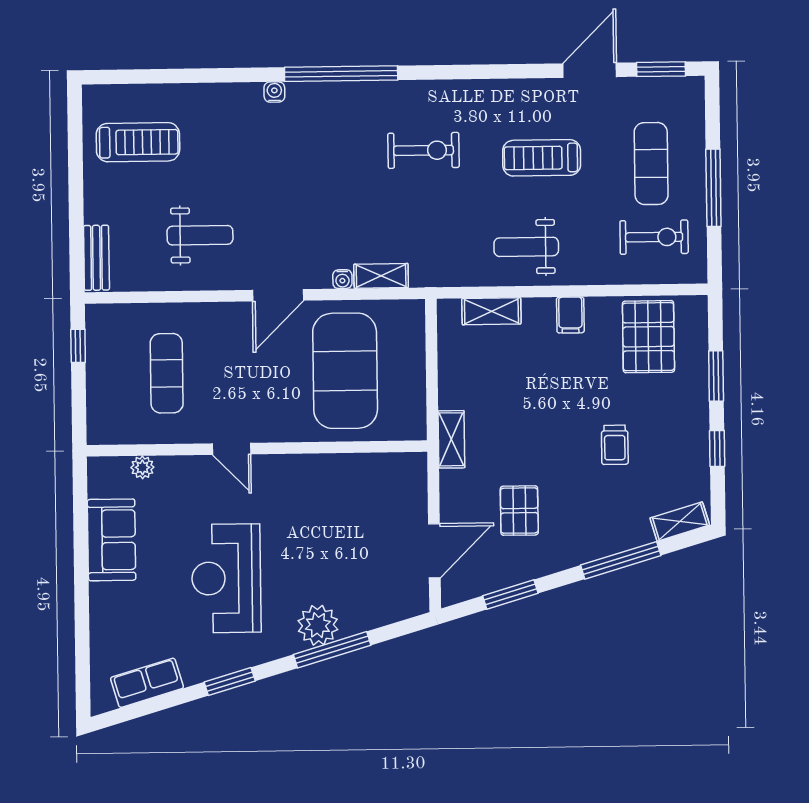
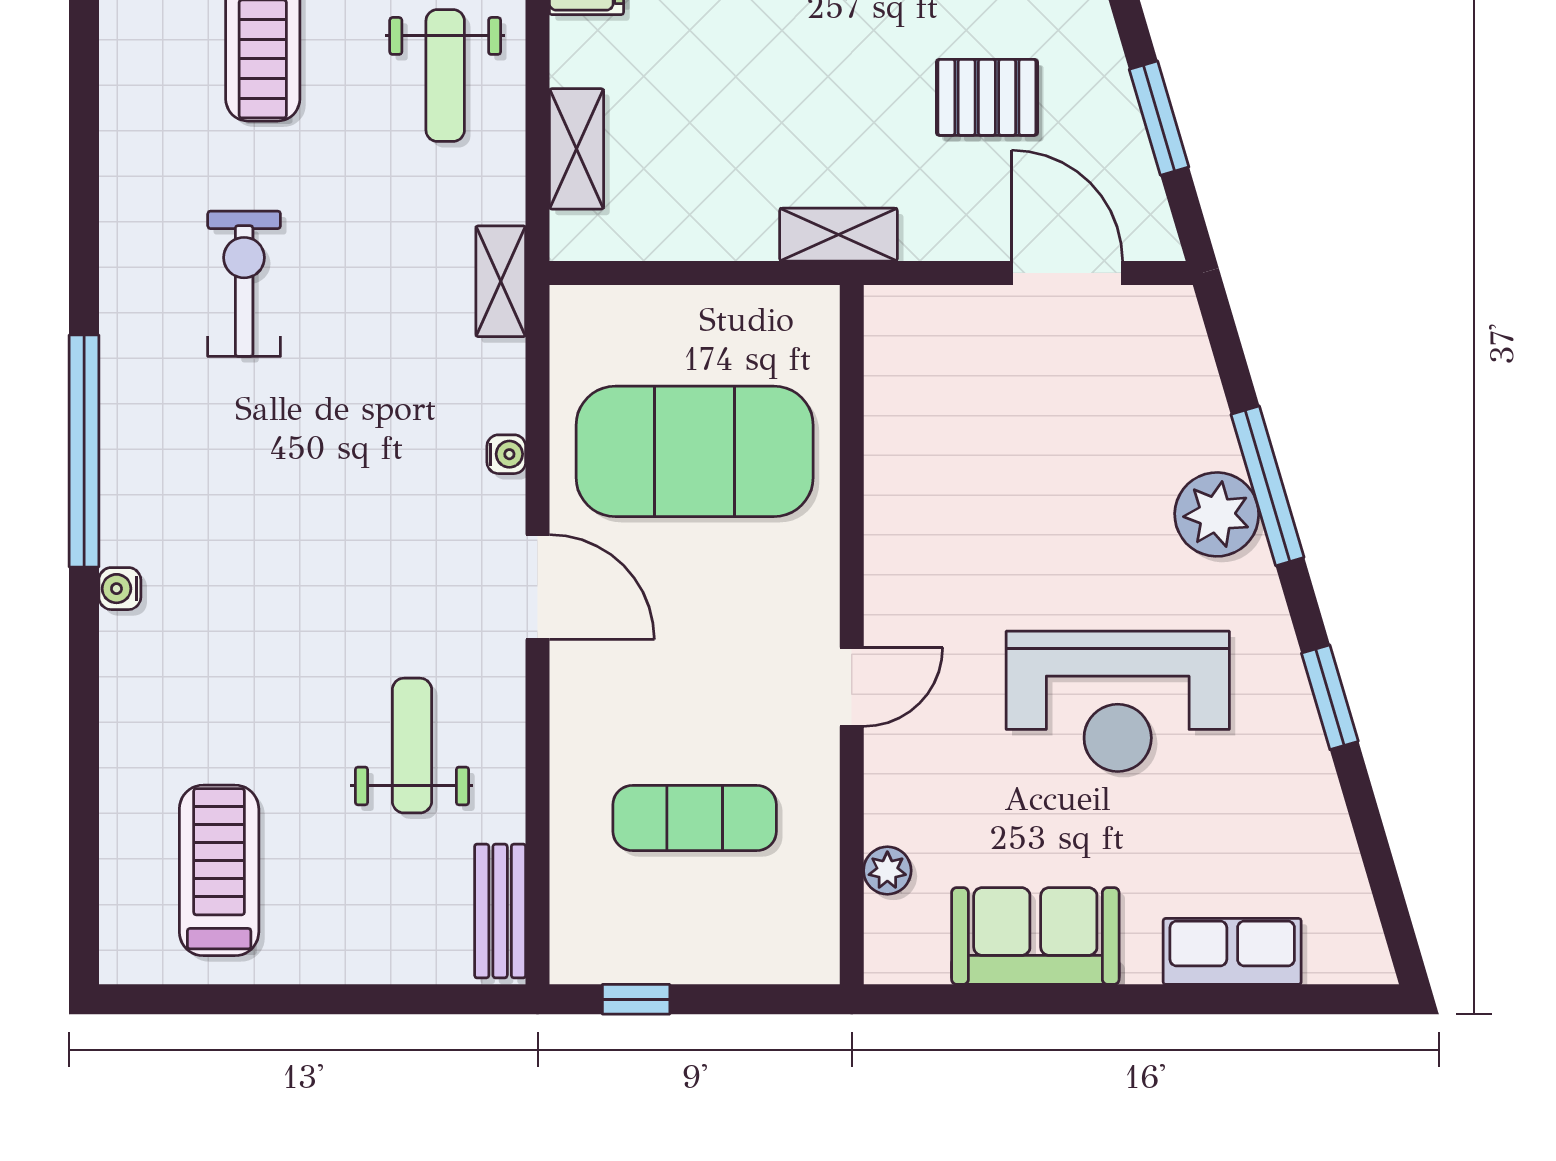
bench: (96, 258) -> (500, 911), moved, turned 90
shelving: (381, 276) -> (501, 281), moved
row of seats: (147, 683) -> (1232, 951), moved, turned 106

